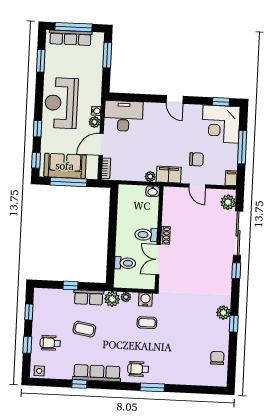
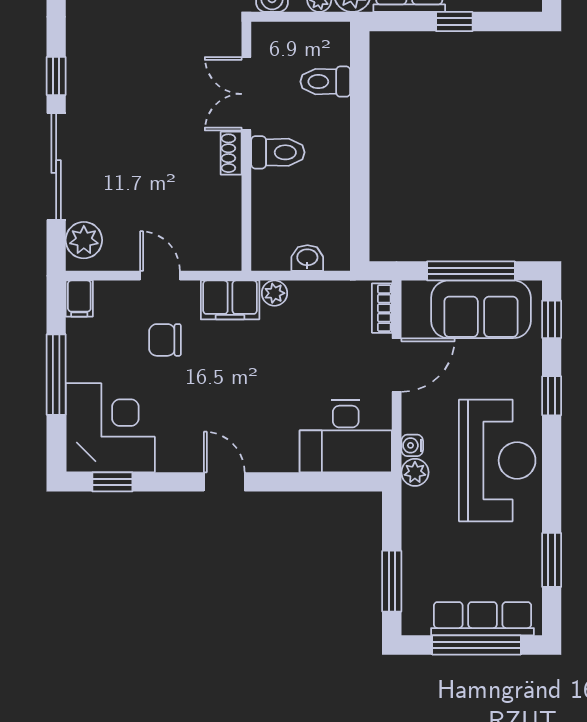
plant: (95, 122) -> (415, 472), moved
washbasin: (153, 191) -> (307, 258), moved
double door: (158, 260) -> (246, 94), swing flipped

